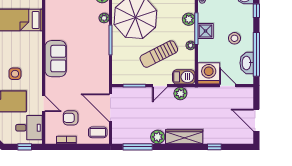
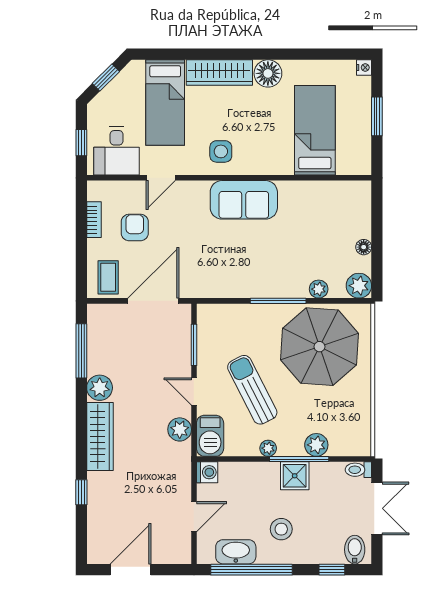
washing machine: (209, 73) -> (207, 472), width x0.53, depth x0.53
side table: (15, 74) -> (221, 151), moved

